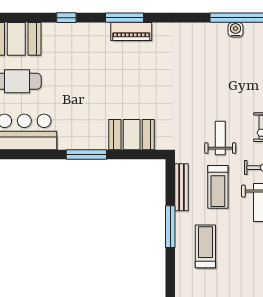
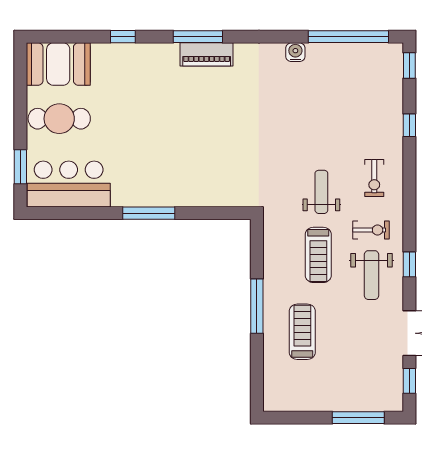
water cooler: (235, 30) -> (295, 52), moved
booth: (132, 135) -> (207, 188), removed
bench: (182, 187) -> (271, 256), removed

